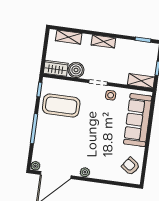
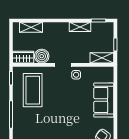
shelving: (103, 41) -> (80, 27), moved
coffee table: (61, 105) -> (33, 90), turned 90
sofa: (138, 120) -> (104, 100), width x0.73

